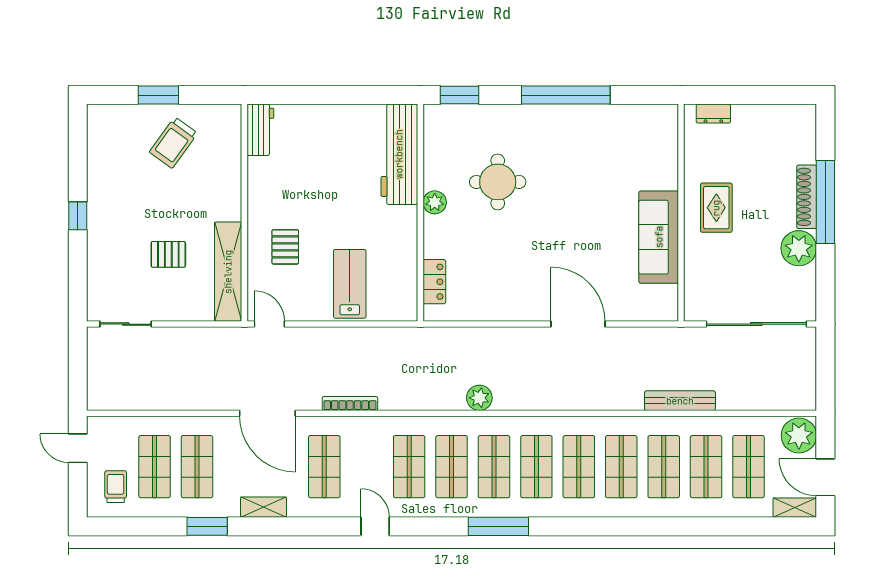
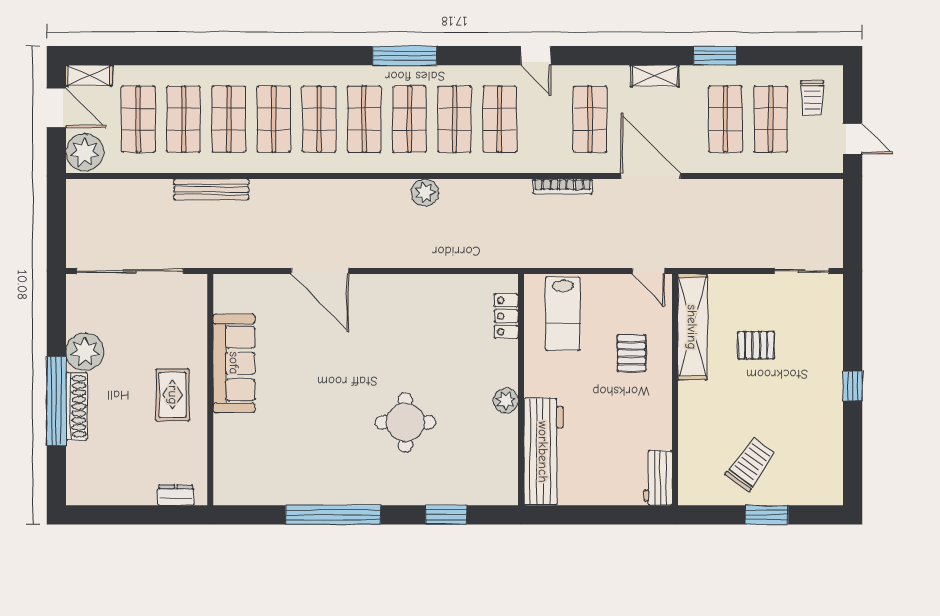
workbench: (399, 154) -> (543, 452), moved
plant: (435, 202) -> (506, 401), moved
wall: (420, 213) -> (521, 390), moved
locker: (434, 282) -> (506, 316), moved

